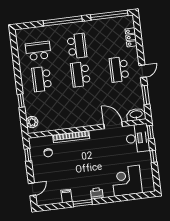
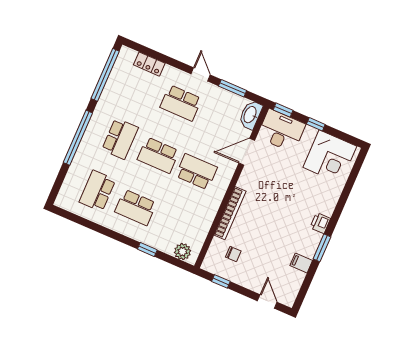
school desk: (77, 46) -> (120, 139), turned 90
school desk: (84, 103) -> (196, 172), added
corner desk: (127, 181) -> (330, 157), moved, turned -90

